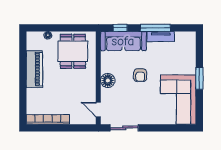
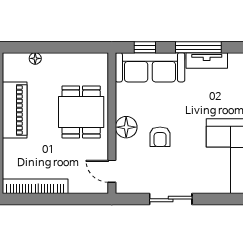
dining table: (73, 51) -> (81, 112), moved
armchair: (140, 75) -> (160, 137), moved
sliding door: (124, 128) -> (171, 199), moved

